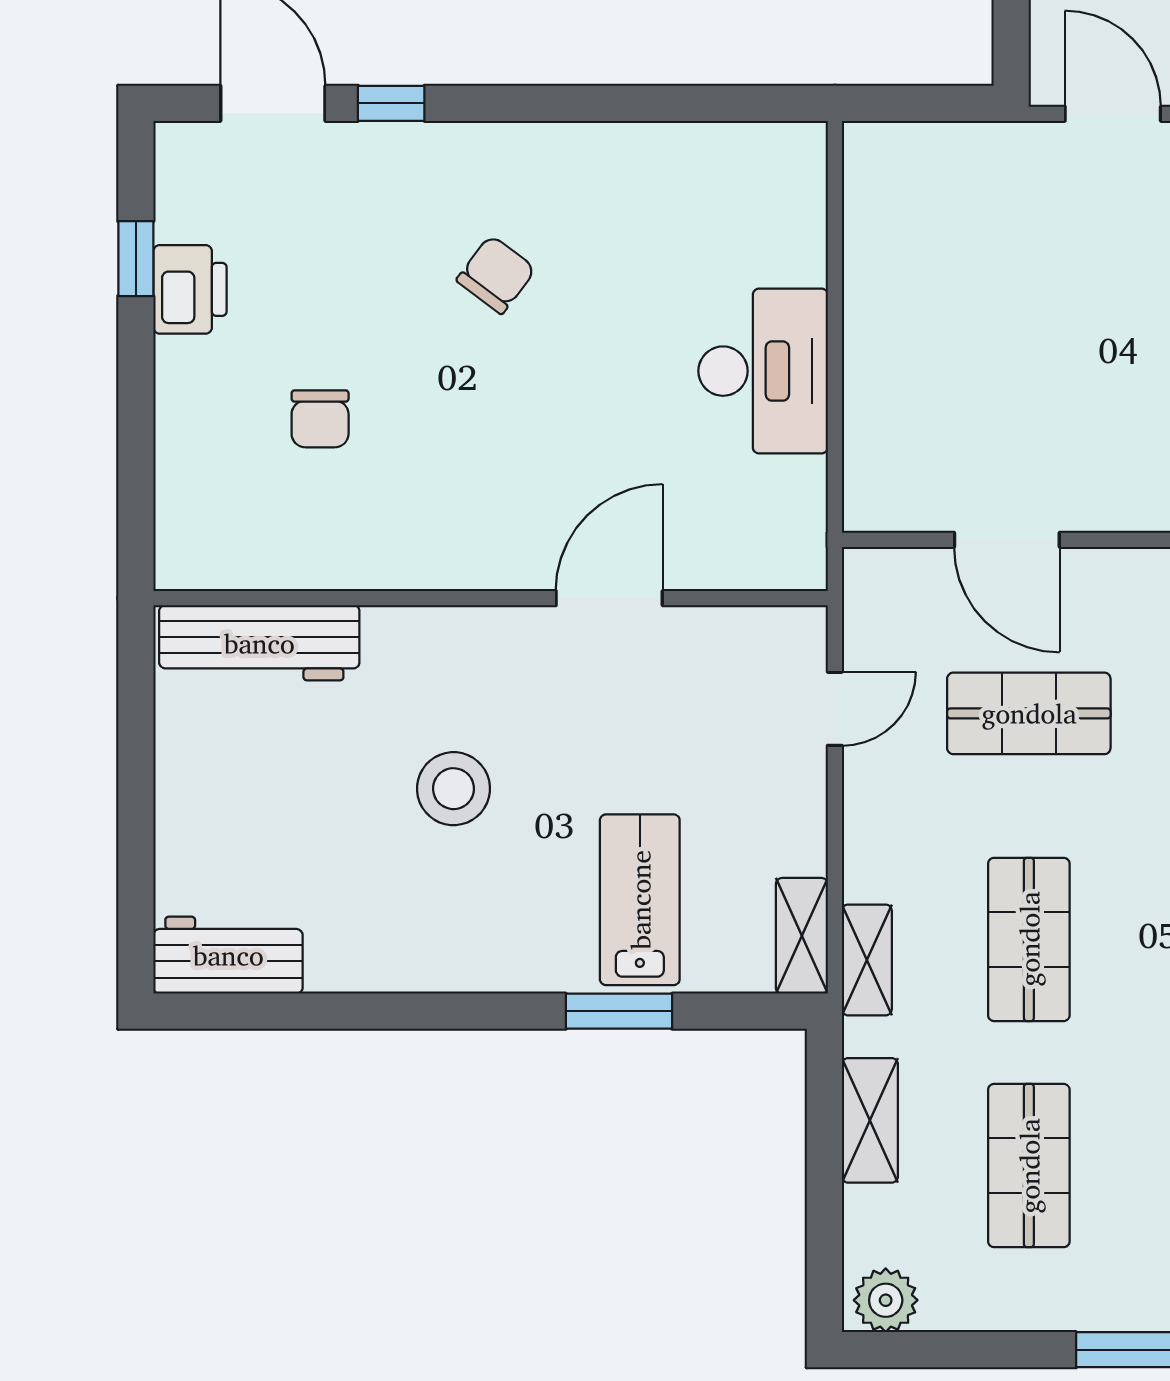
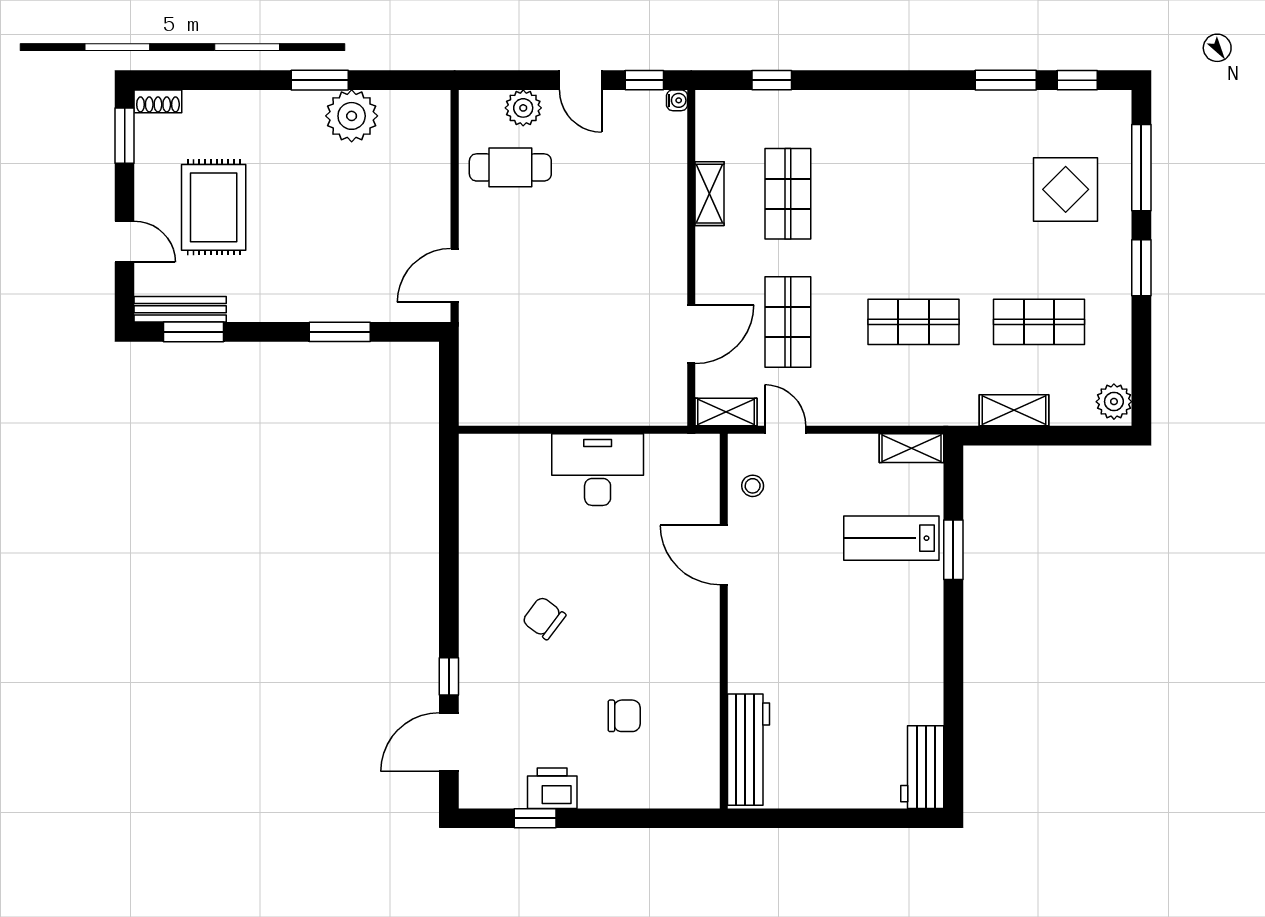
stool: (454, 789) -> (753, 486), moved, width x0.53, depth x0.53
shelving: (867, 960) -> (726, 412), moved

